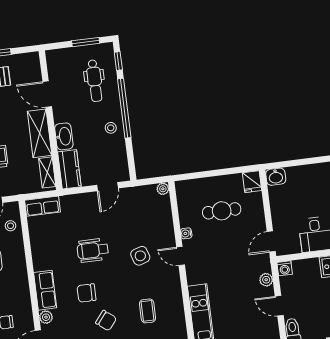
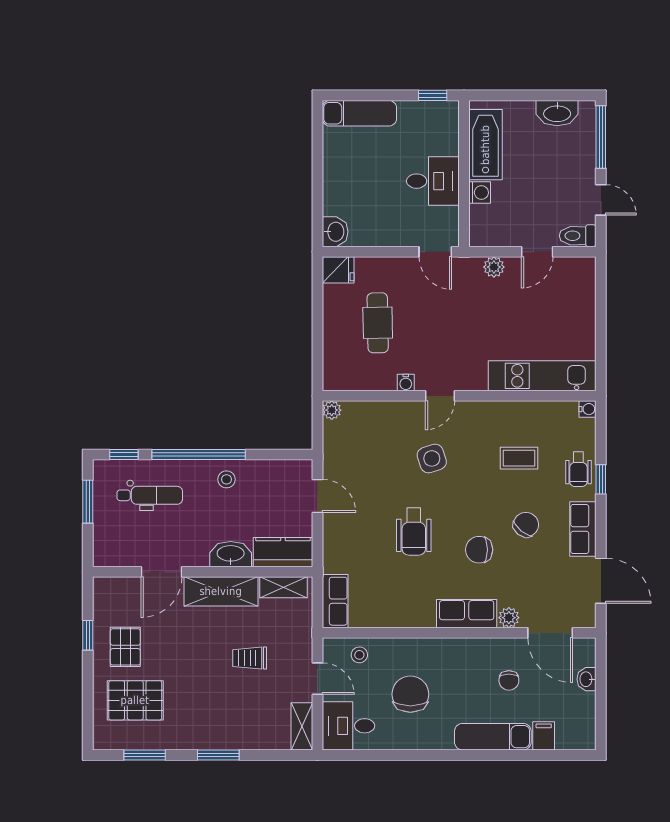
washing machine: (285, 268) -> (480, 193), moved
chair: (86, 293) -> (479, 550), turned 90

